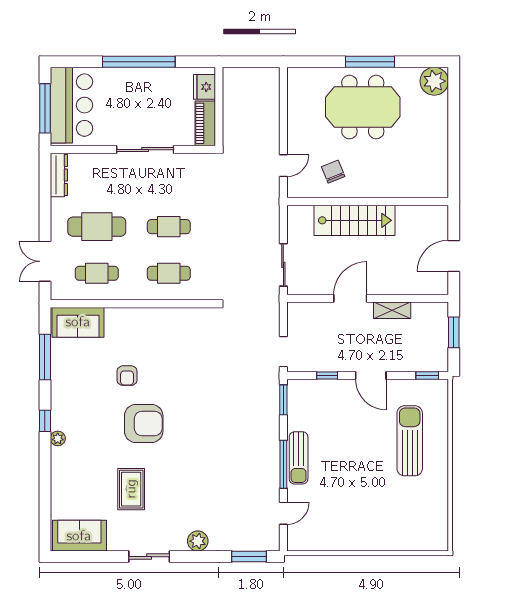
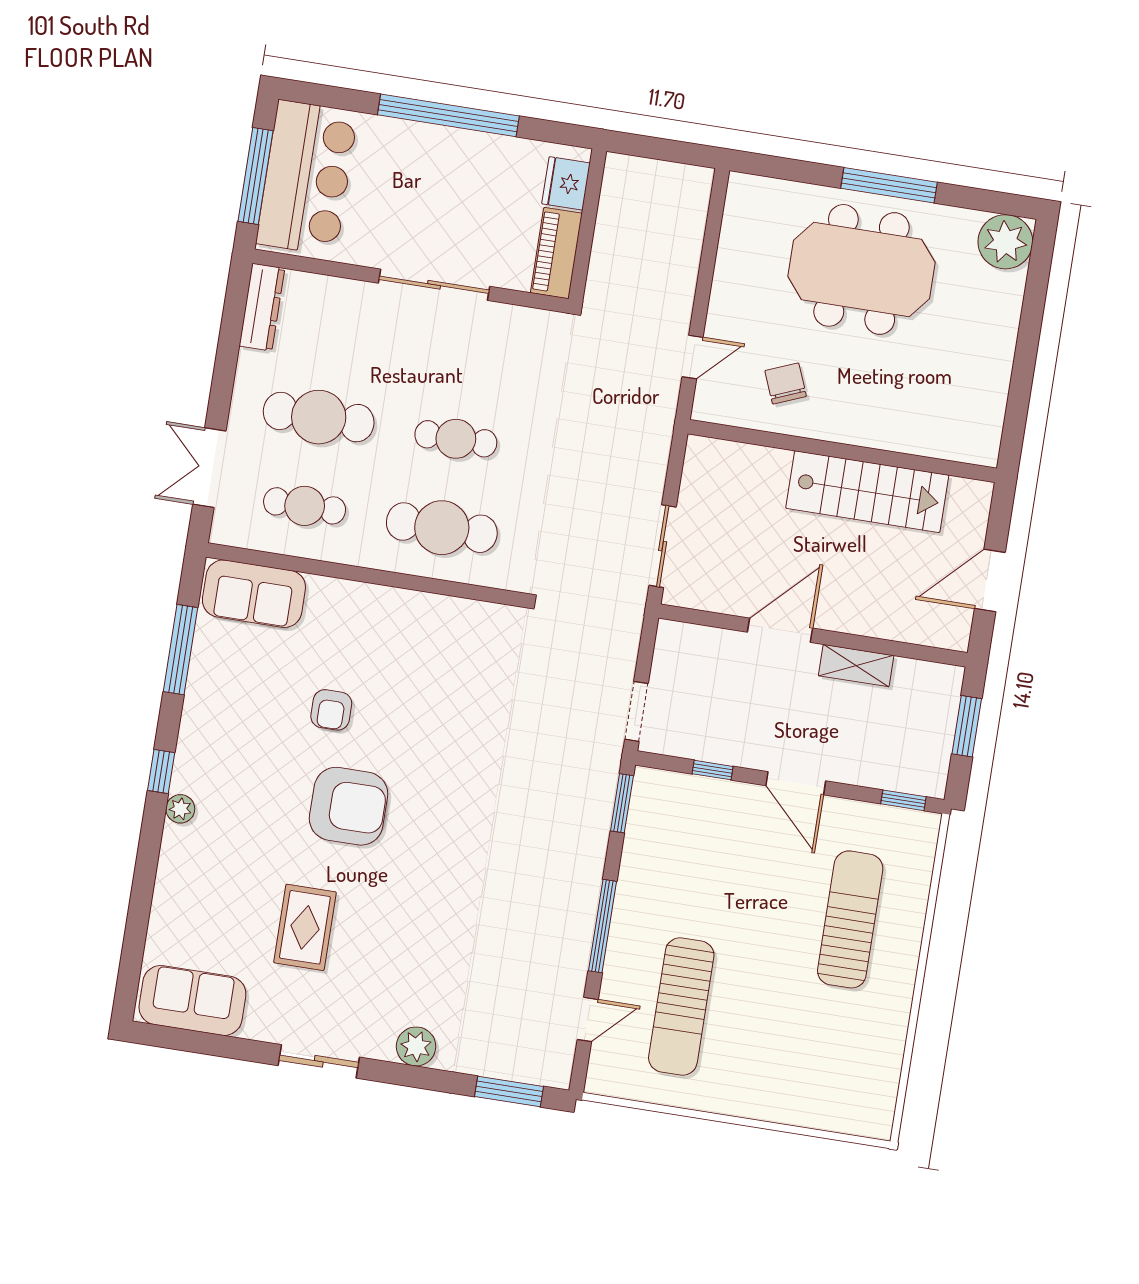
stairs: (355, 220) -> (867, 492), moved
cafe table: (169, 273) -> (442, 528), width x1.37, depth x1.35
sun lounger: (299, 458) -> (681, 1007), moved, width x1.36, depth x1.34

